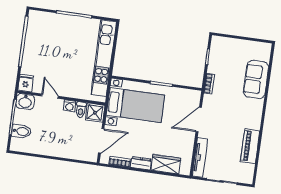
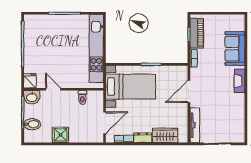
washing machine: (70, 106) -> (72, 96), removed
shower: (95, 113) -> (60, 135), moved
fireplace: (256, 116) -> (240, 81), added
piano: (250, 146) -> (197, 33), moved, turned 180

